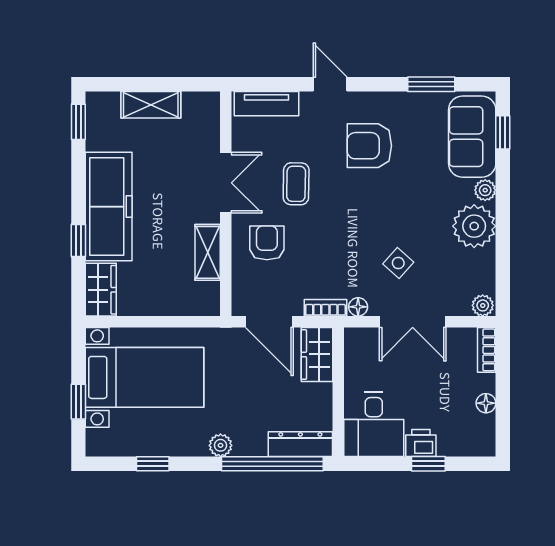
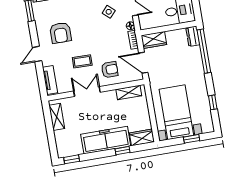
shelving: (151, 105) -> (57, 117), moved
armchair: (267, 243) -> (110, 70), turned 180
shelving: (208, 252) -> (129, 92), moved
door: (269, 322) -> (143, 63), swing flipped
dresser: (300, 444) -> (193, 36), width x0.70
plant: (220, 445) -> (200, 75), removed

